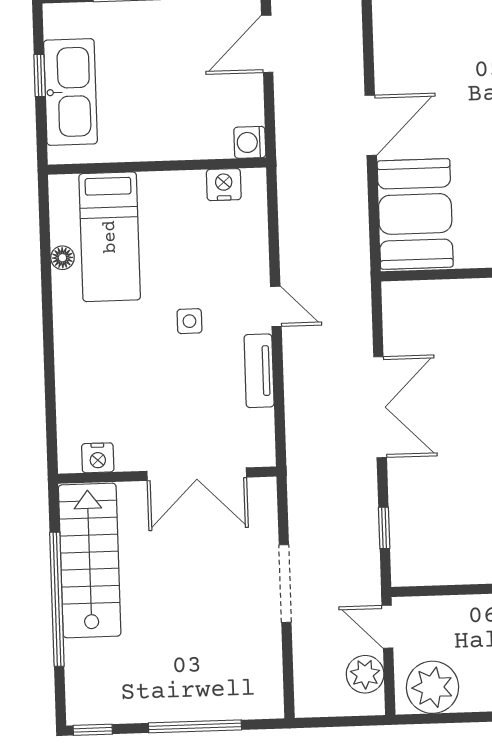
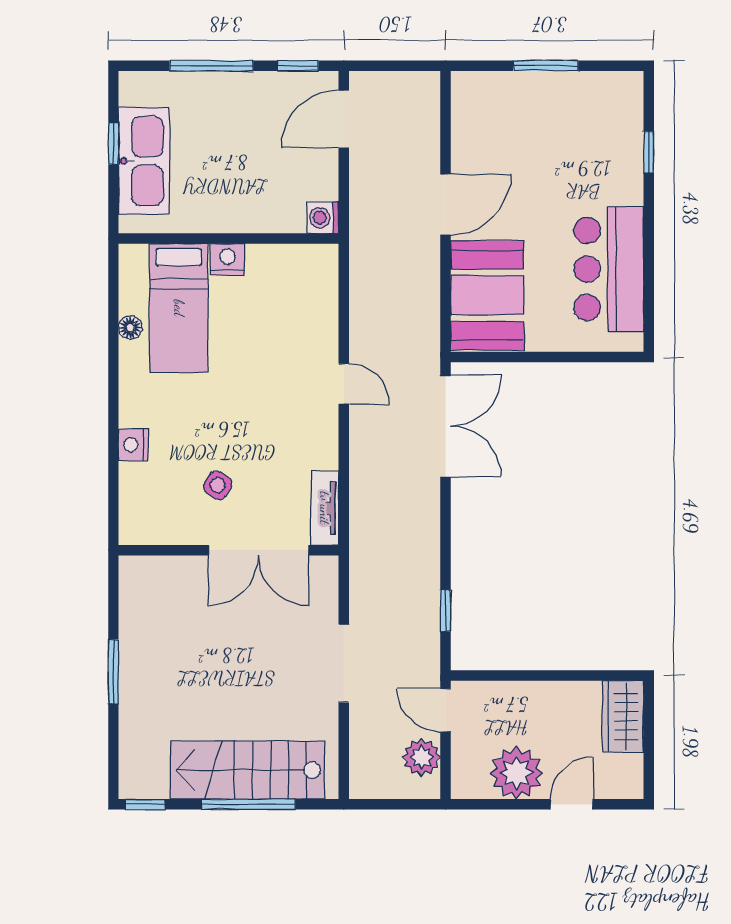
nightstand: (224, 185) -> (228, 259), moved
side table: (189, 321) -> (218, 485), moved, turned 33
tv unit: (259, 371) -> (325, 508), moved
double door: (380, 407) -> (445, 426), moved
nightstand: (98, 458) -> (133, 445), moved, turned 90
stairs: (90, 560) -> (247, 770), moved, turned -90
window: (57, 599) -> (113, 672), width x0.47
plant: (432, 687) -> (516, 773), moved

